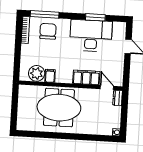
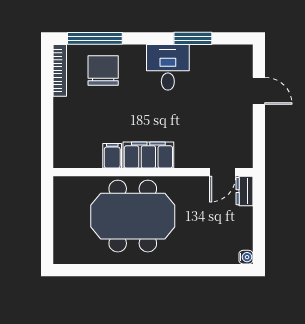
desk: (91, 36) -> (168, 67), width x0.53, depth x0.77
plant: (37, 73) -> (86, 153), removed
filing cabinet: (86, 77) -> (148, 155), moved
door: (107, 88) -> (223, 172), swing flipped

